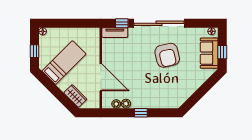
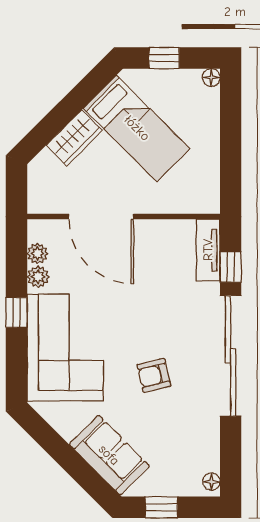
sofa: (209, 53) -> (109, 455), moved, turned 45
armchair: (167, 55) -> (154, 375), width x0.53, depth x0.53
door: (101, 77) -> (101, 217), hinge flipped
corner sofa: (156, 92) -> (65, 348), added
wardrobe: (75, 96) -> (74, 138), moved

